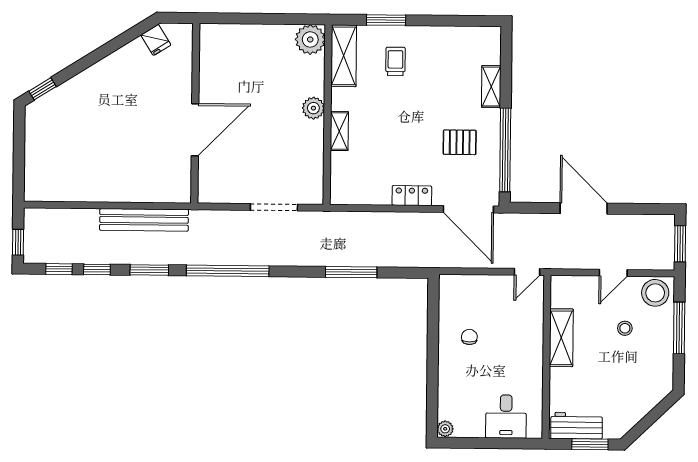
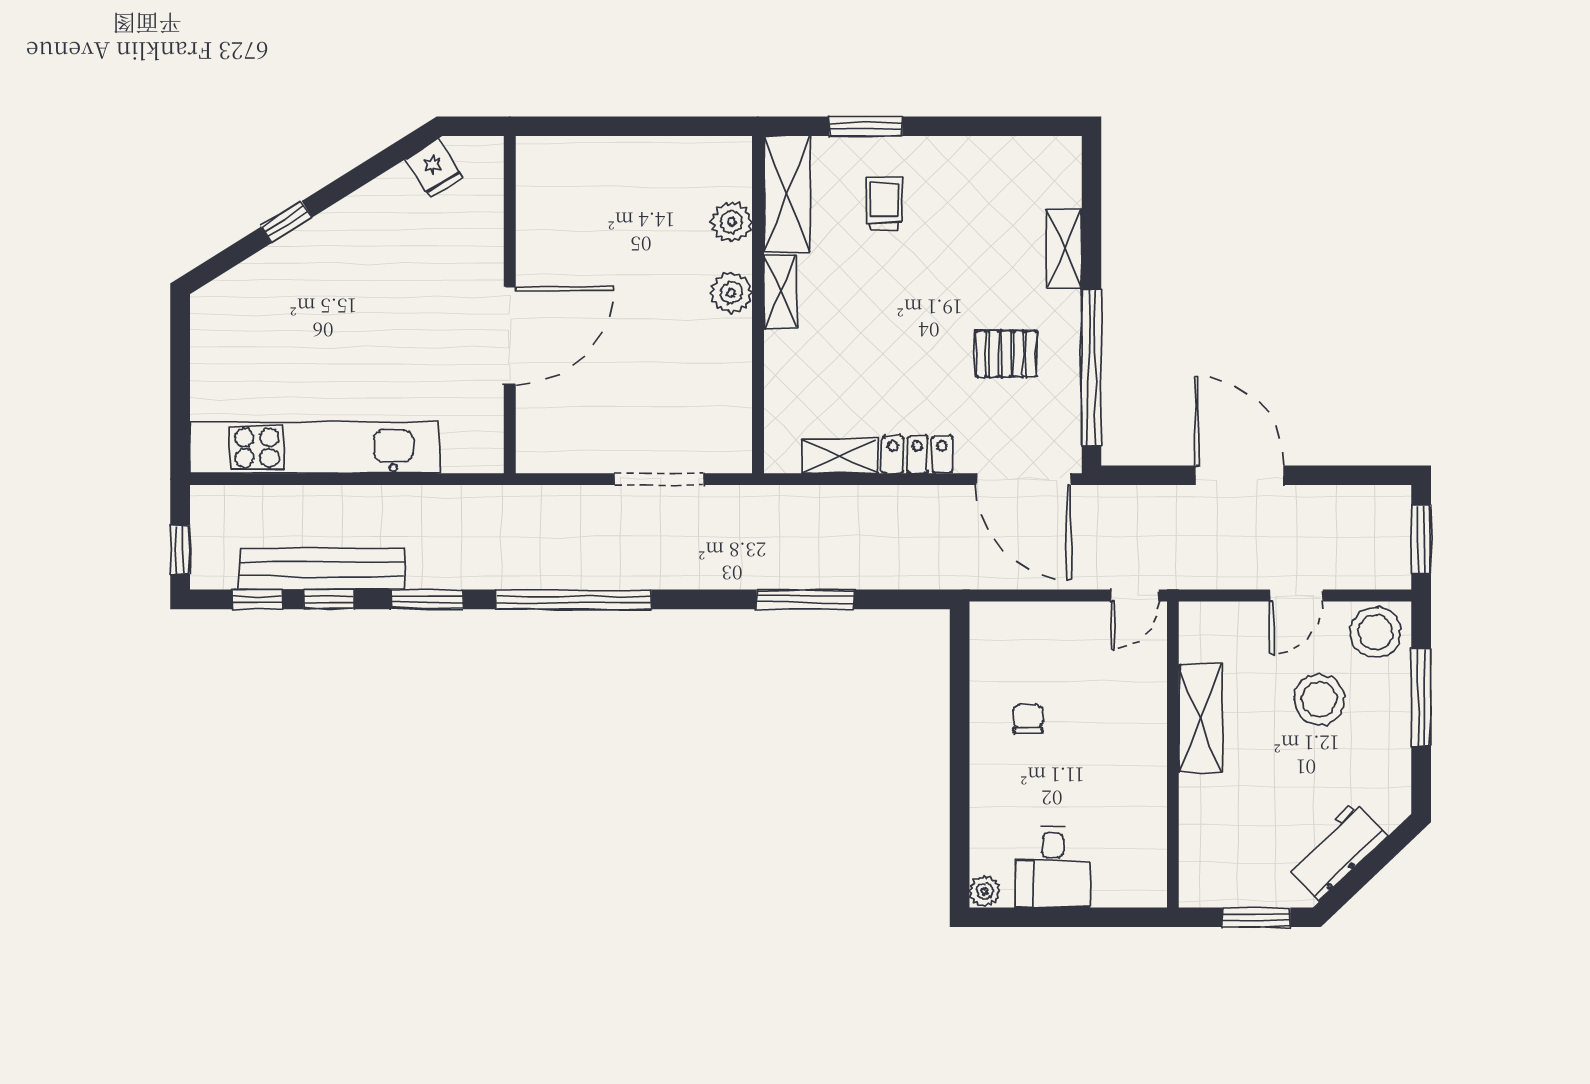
plant: (310, 39) -> (731, 222), moved, width x0.73, depth x0.73
window: (43, 89) -> (286, 222), moved
shelving: (339, 131) -> (780, 292), moved
kitchen unit: (90, 188) -> (314, 448), added
shelving: (370, 196) -> (840, 456), added
bench: (144, 220) -> (322, 569), moved
stool: (625, 328) -> (1319, 699), width x1.89, depth x1.89
desk: (506, 417) -> (1053, 867), moved
workbench: (577, 426) -> (1337, 851), moved, turned -44

